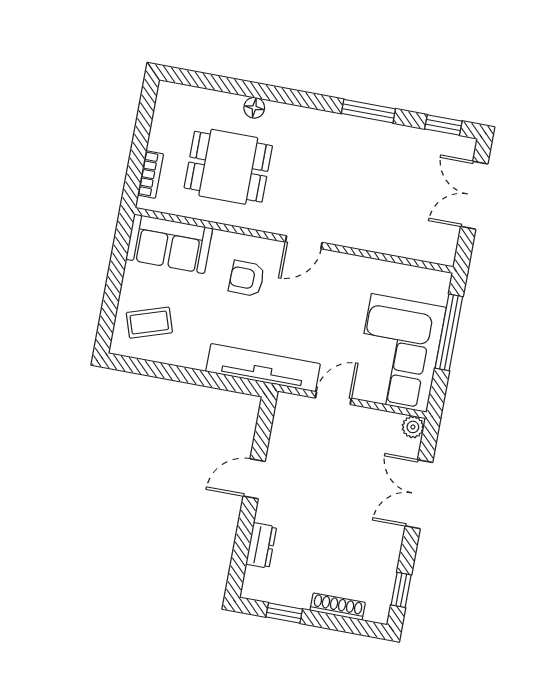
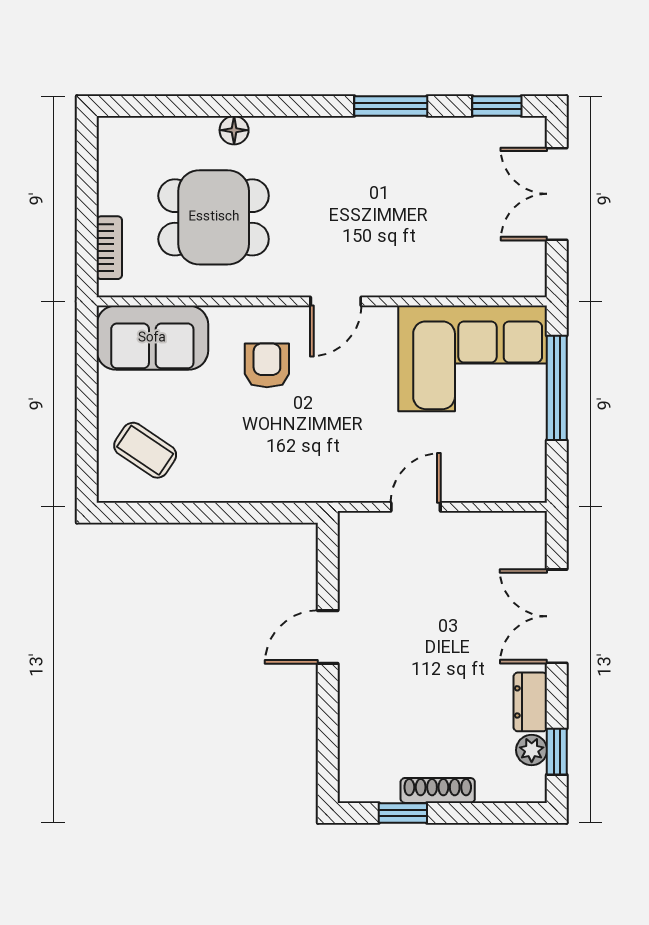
armchair: (247, 279) -> (267, 365), turned 89
coffee table: (149, 323) -> (145, 450), turned 52
corner sofa: (399, 353) -> (473, 358), moved, turned -90
tv unit: (263, 368) -> (312, 483), removed
plant: (413, 427) -> (532, 750), moved
dresser: (261, 545) -> (530, 702), moved, turned 180
shoe rack: (338, 607) -> (438, 790), moved

